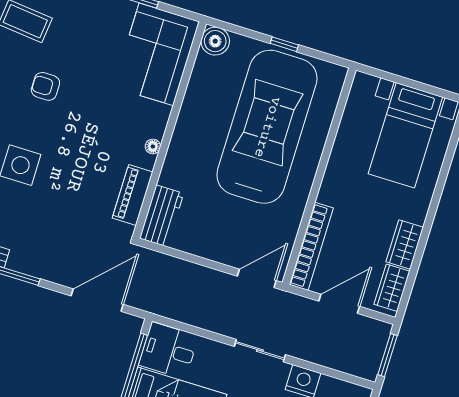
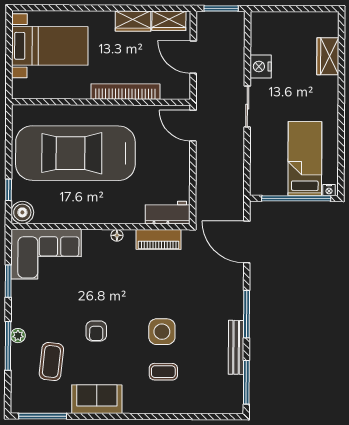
window: (284, 44) -> (9, 190), moved
bookcase: (311, 246) -> (126, 92), moved
desk: (169, 351) -> (268, 176), removed

